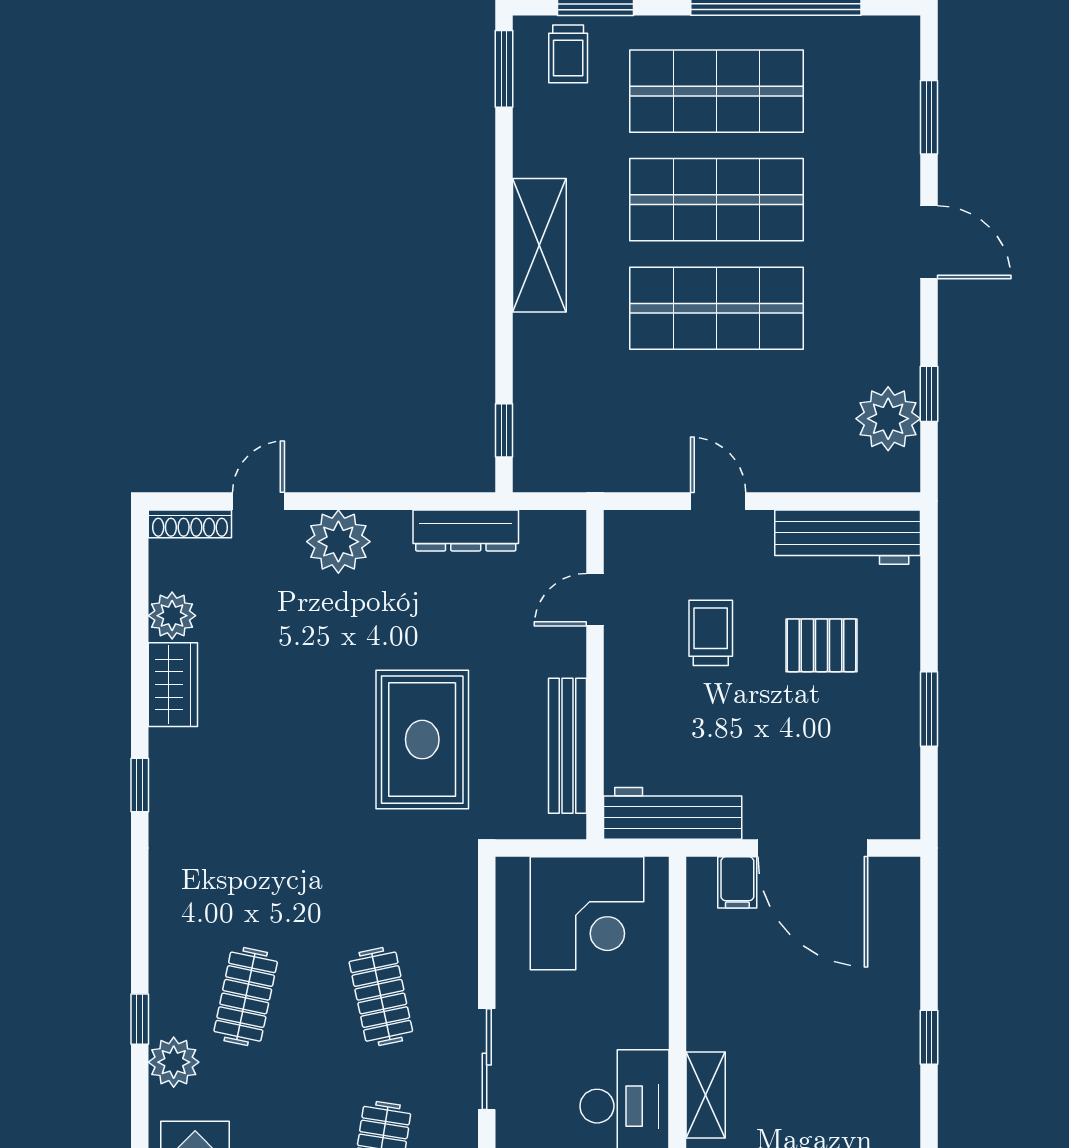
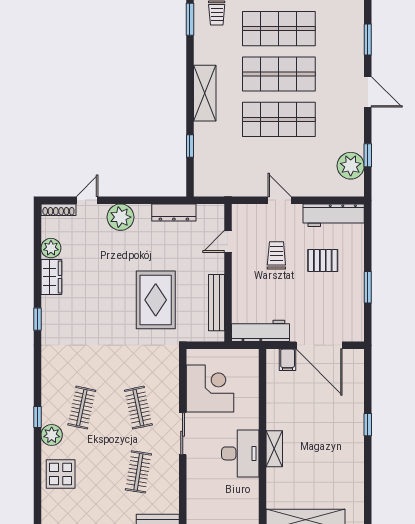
window: (504, 430) -> (190, 146), moved
corner desk: (587, 913) -> (210, 388), moved, turned -90

